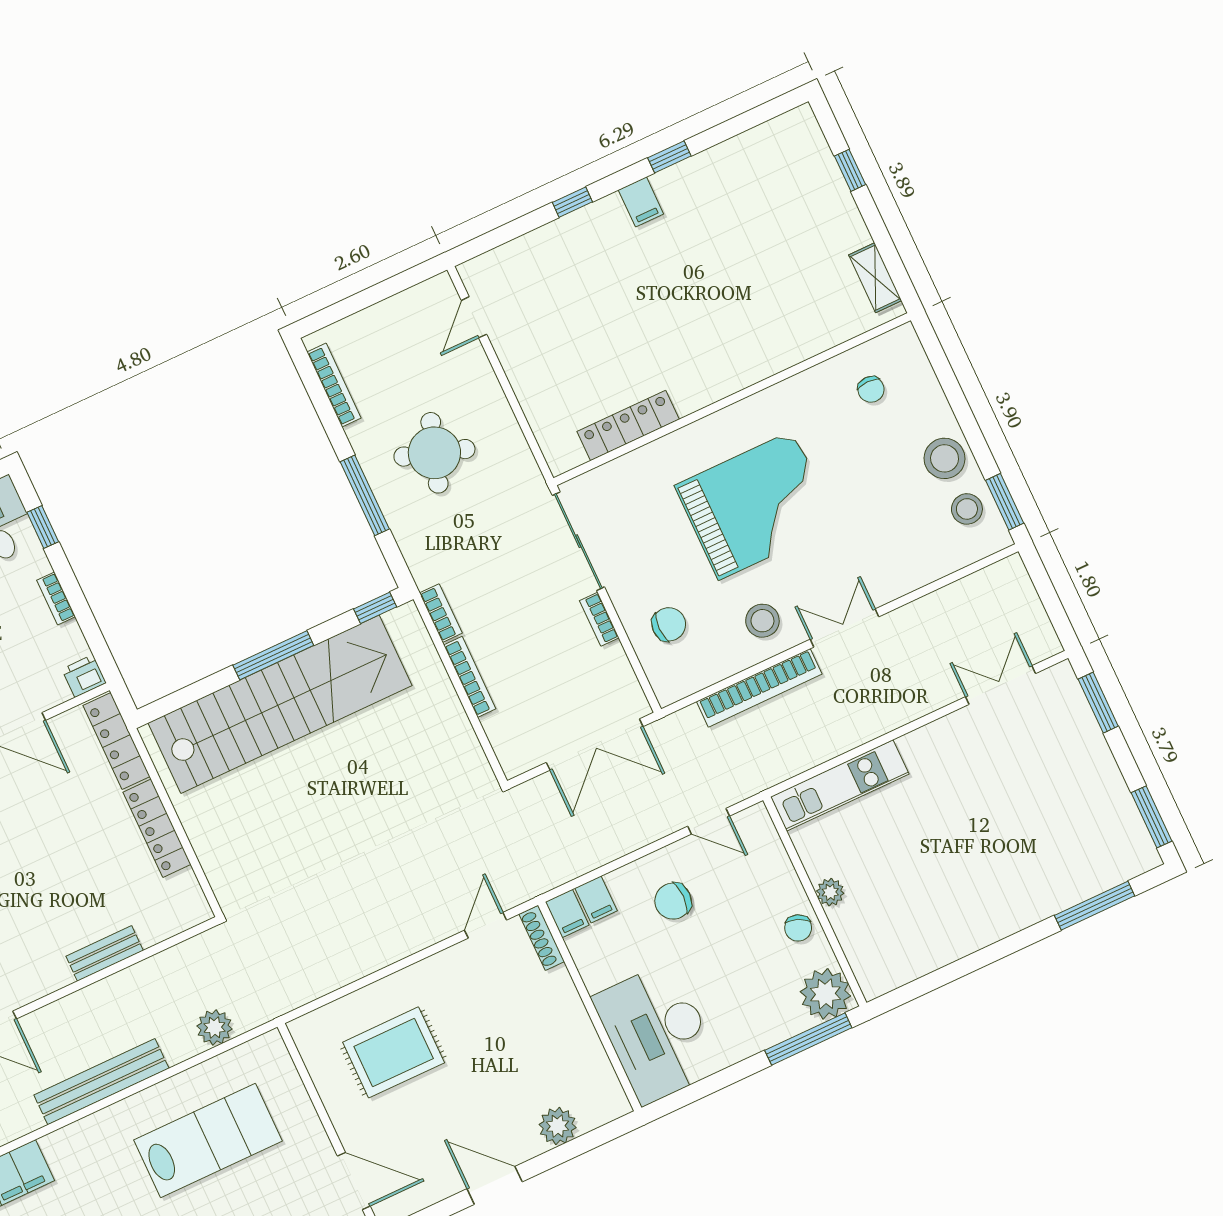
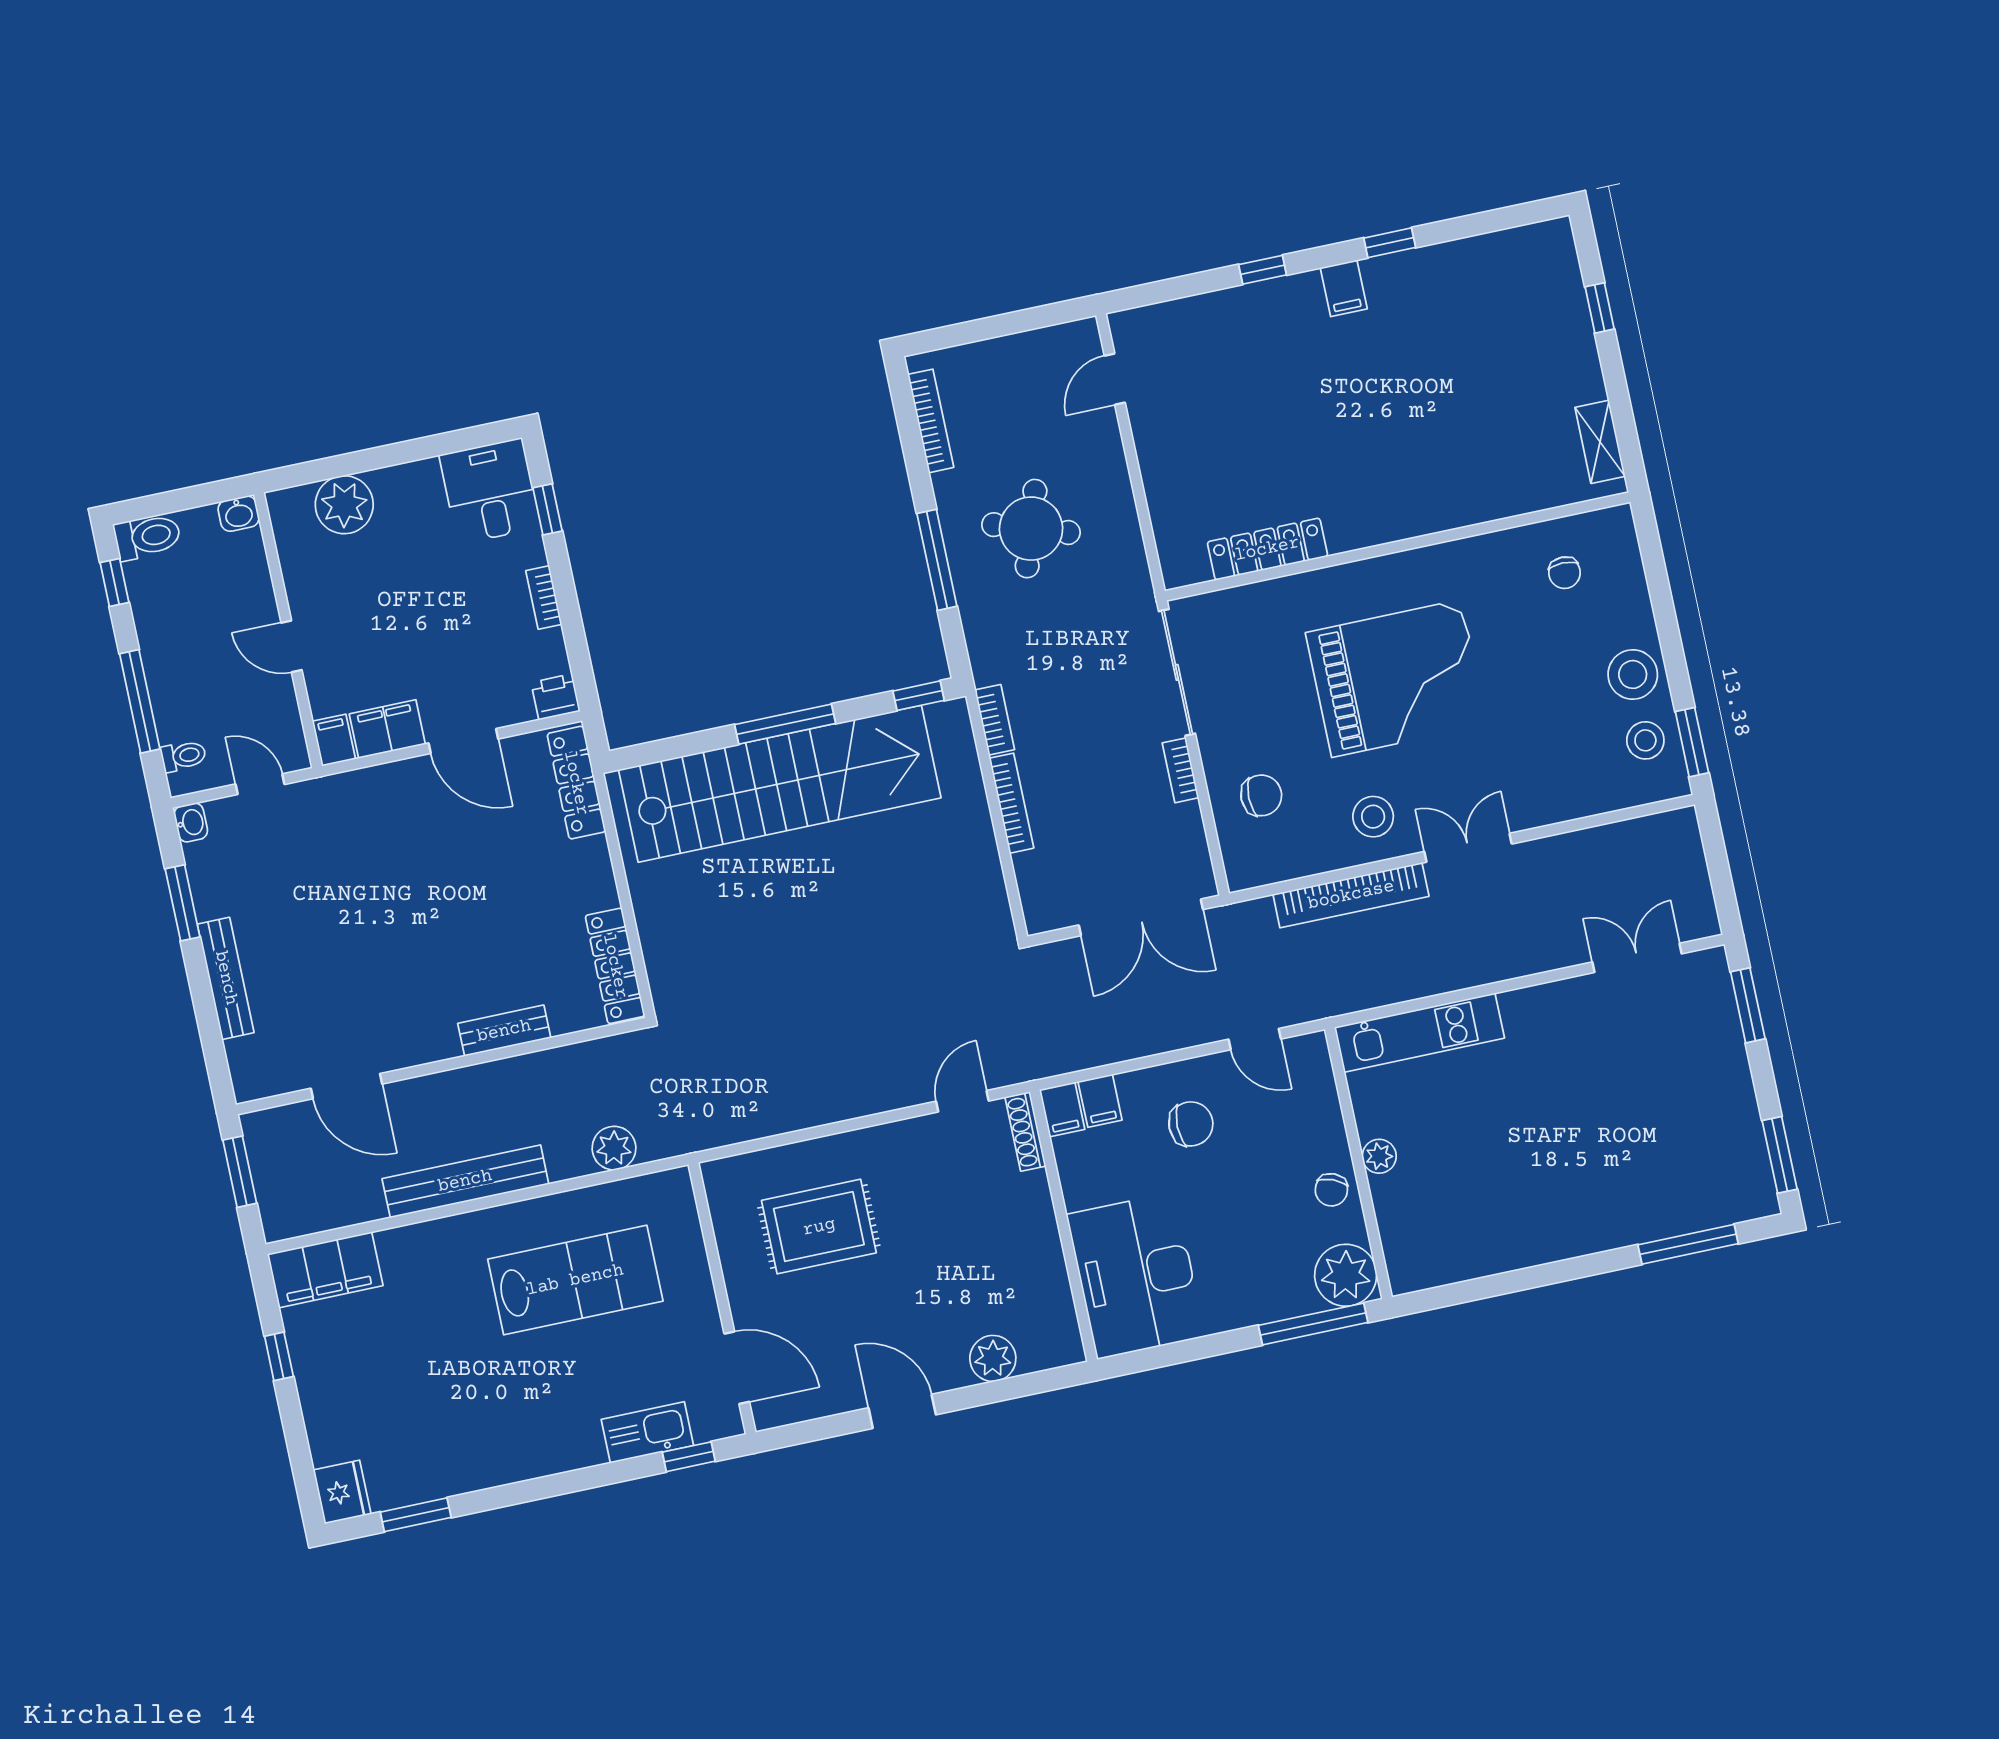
locker: (157, 828) -> (615, 966), moved
chair: (673, 901) -> (1191, 1124), turned 180

